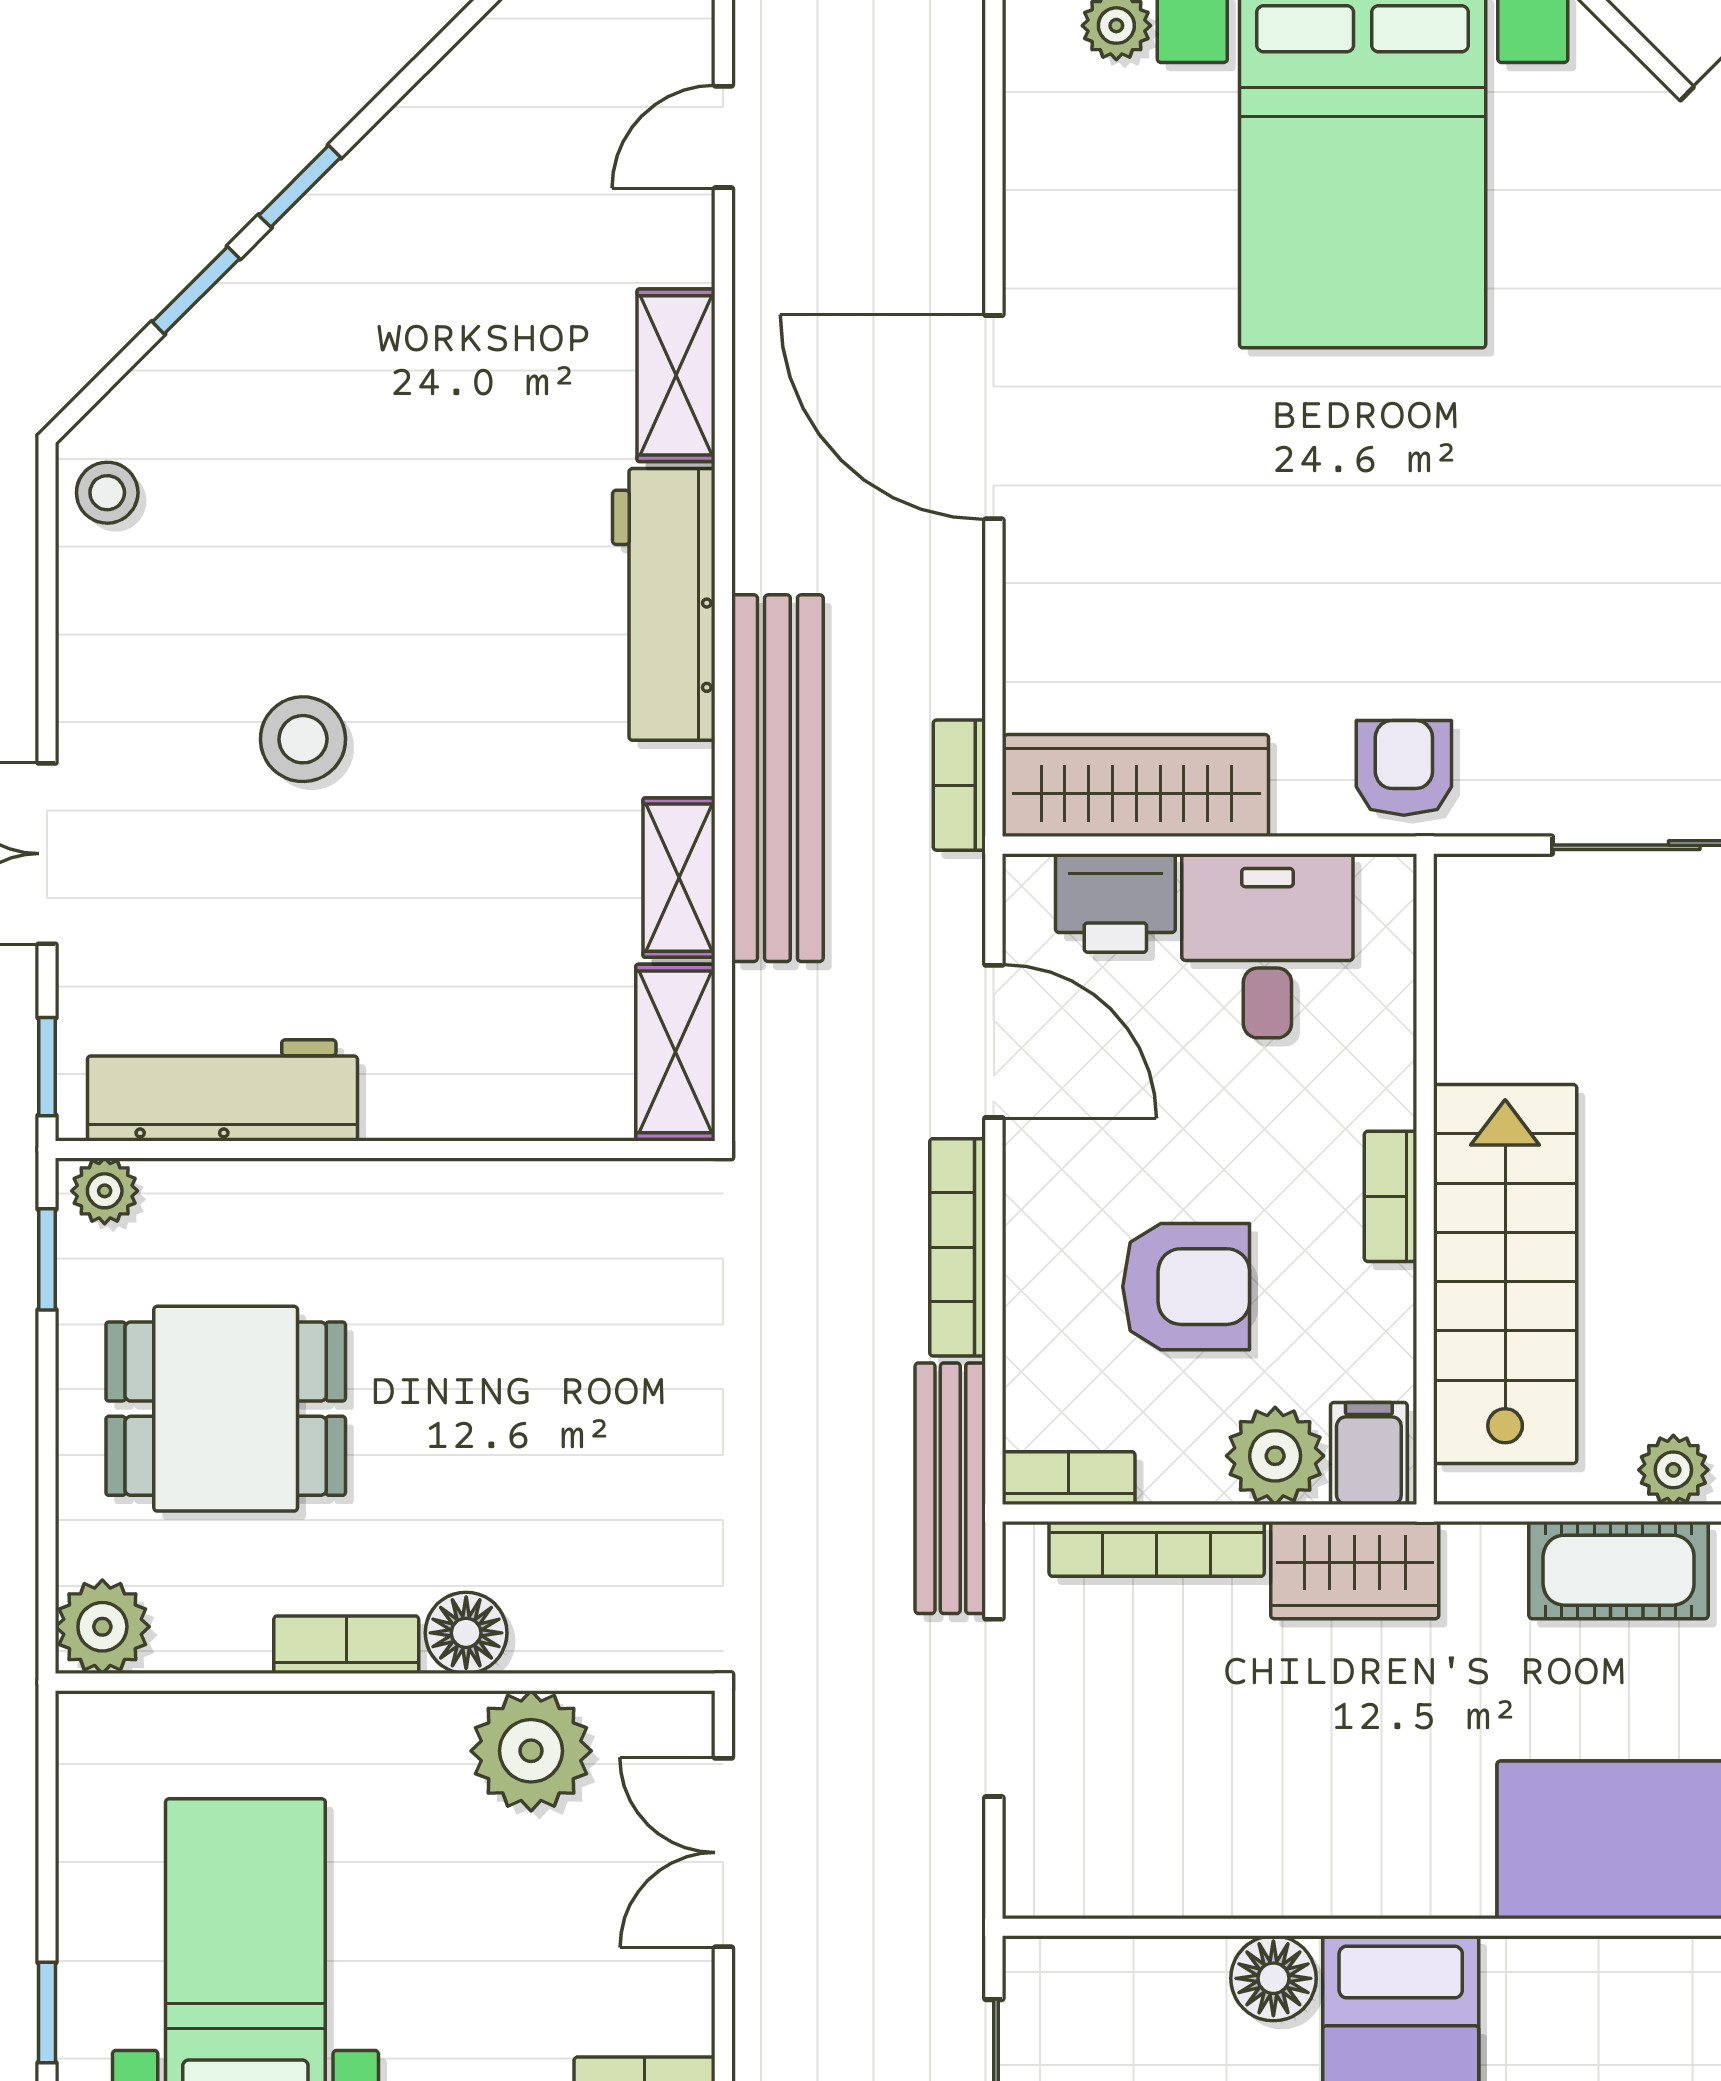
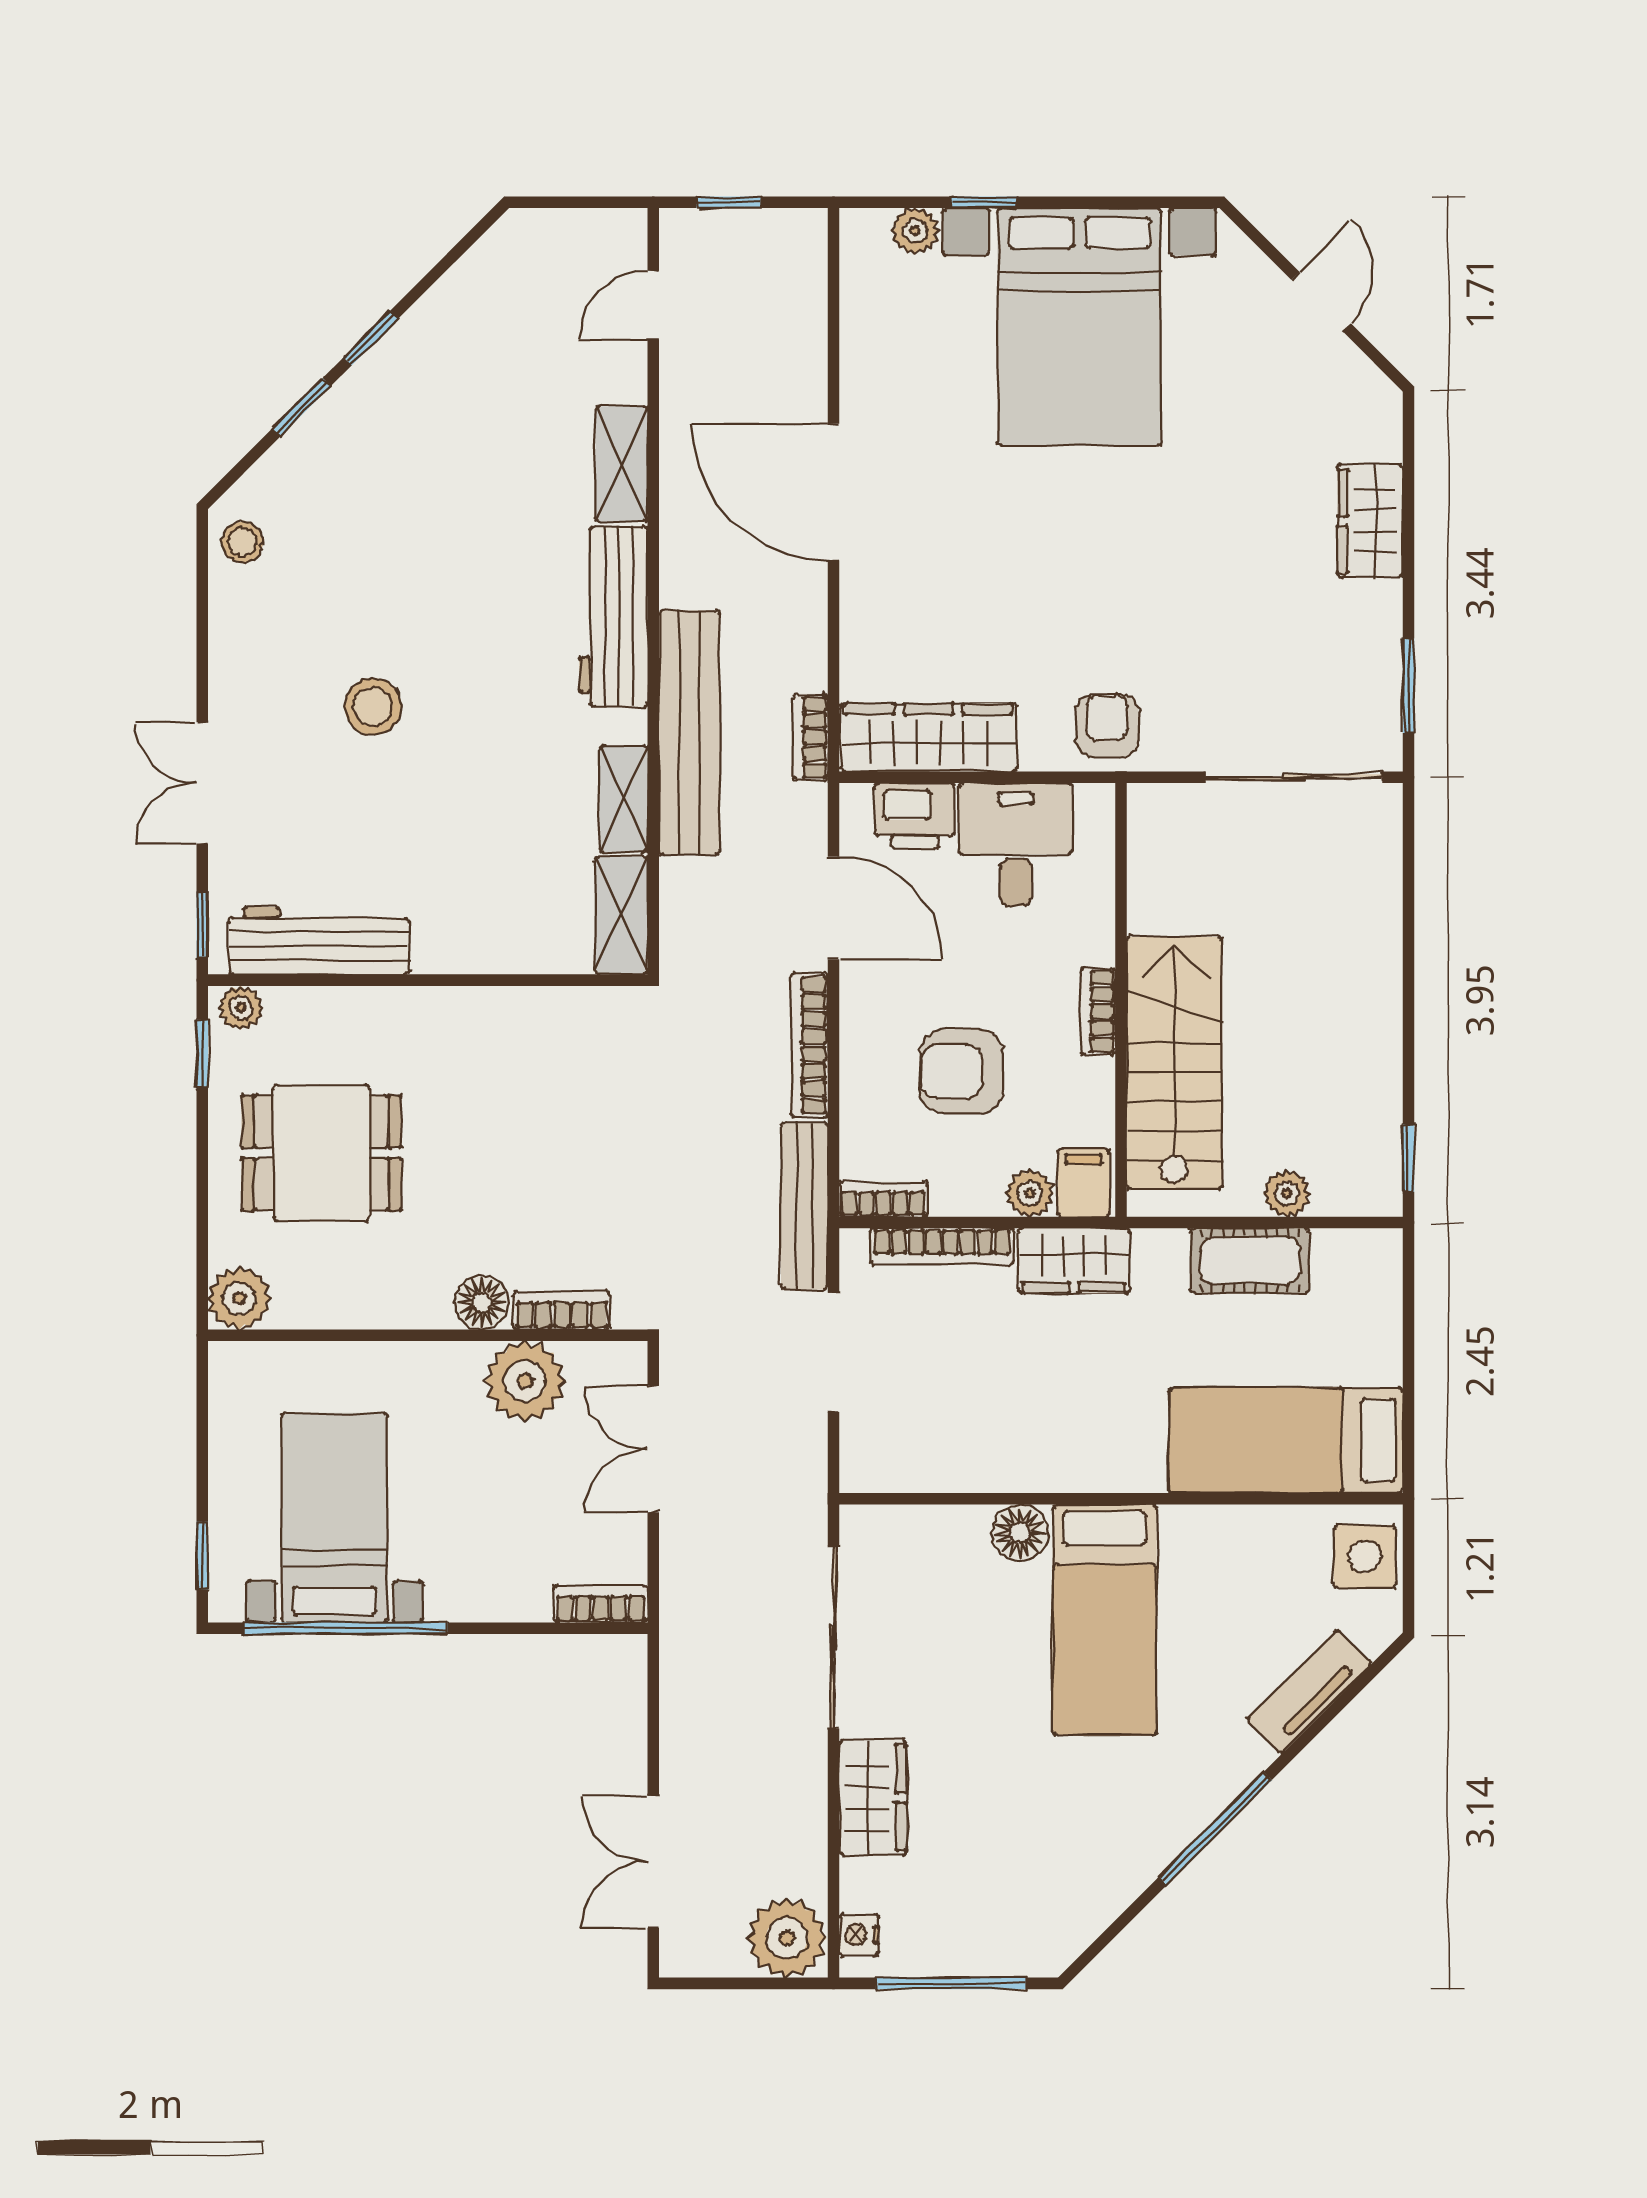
armchair: (1186, 1287) -> (962, 1072), turned 180
plant: (1275, 1456) -> (1030, 1193), width x0.73, depth x0.73
bookcase: (346, 1645) -> (562, 1310), moved

